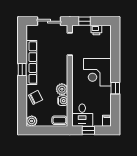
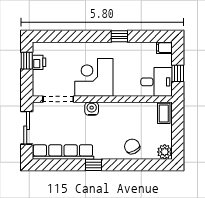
window: (84, 21) -> (27, 61), moved
row of seats: (31, 63) -> (63, 152), moved
corner desk: (97, 72) -> (94, 77), moved, turned 180
plant: (62, 89) -> (121, 110), removed
water cooler: (63, 101) -> (92, 109), moved

